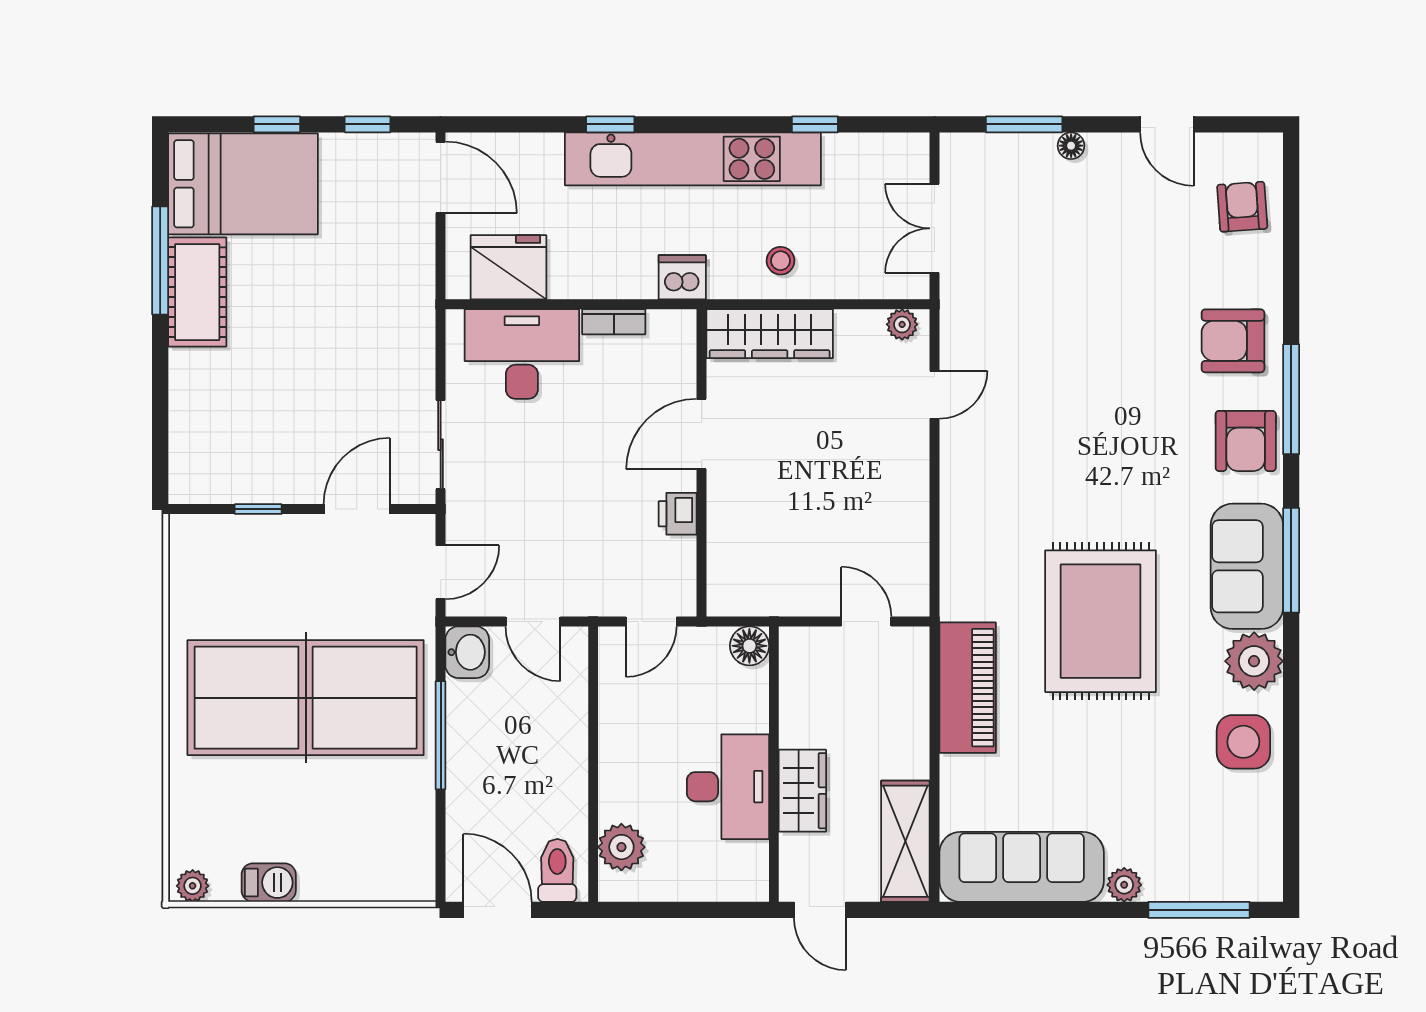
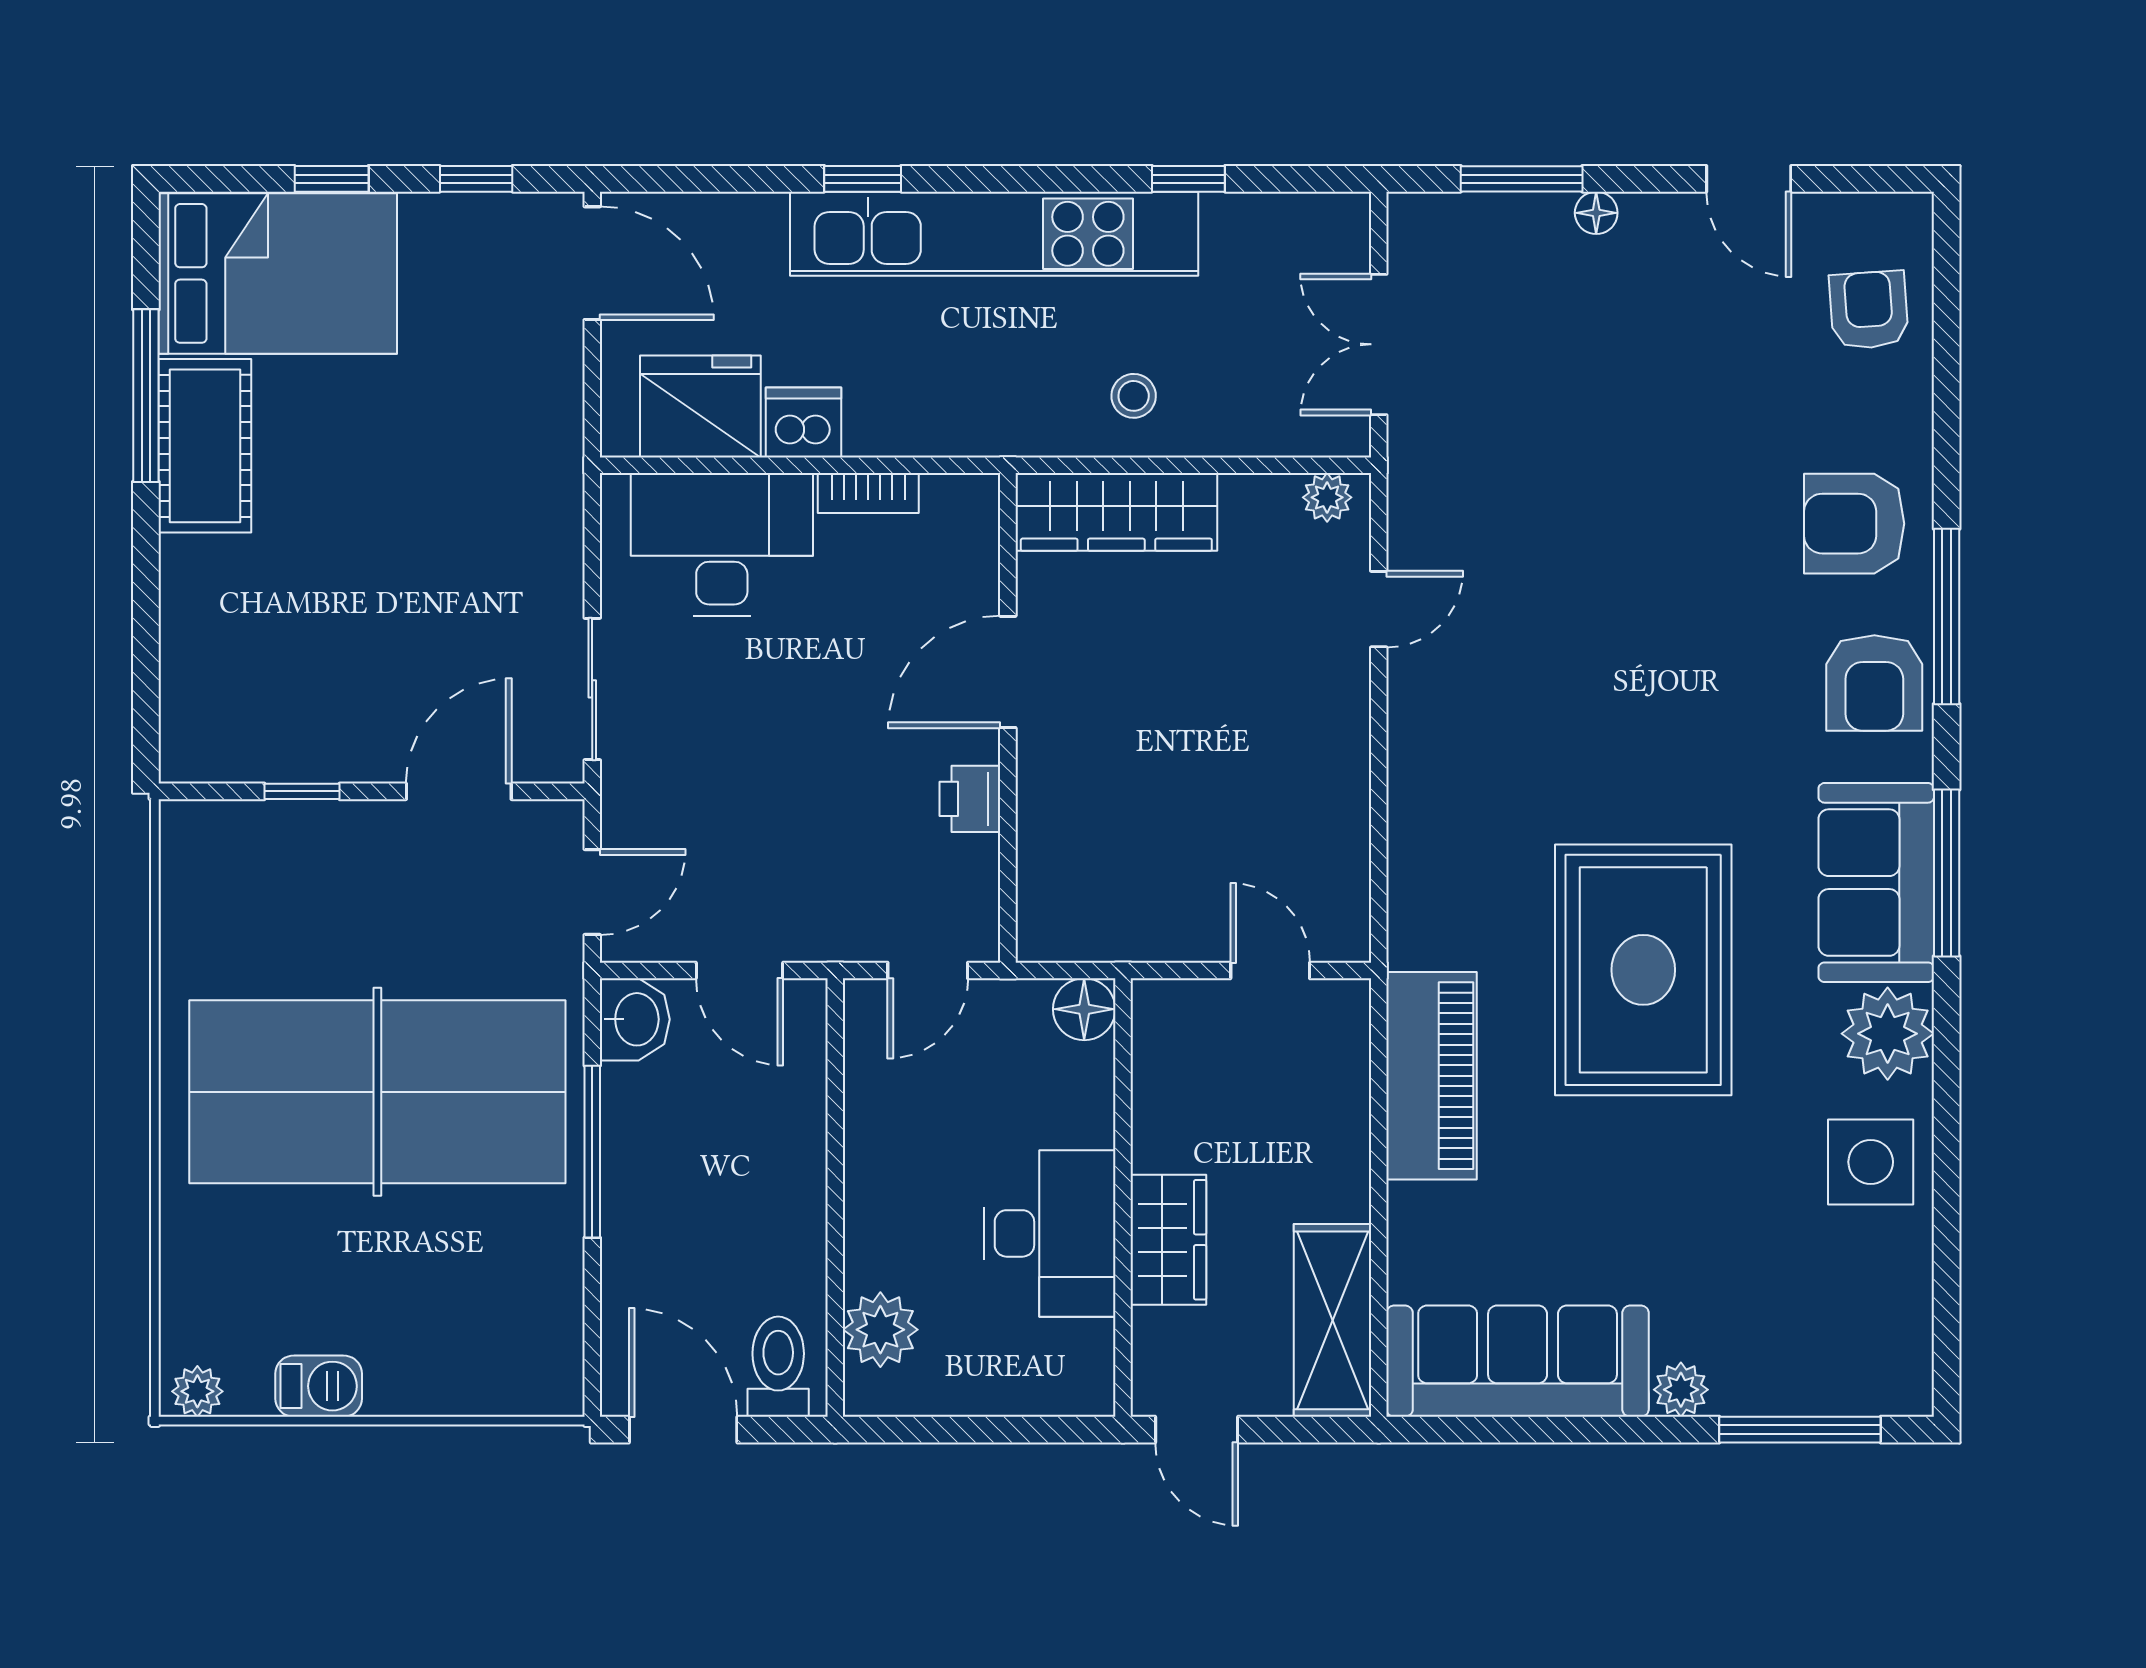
dishwasher: (682, 277) -> (803, 422), moved

